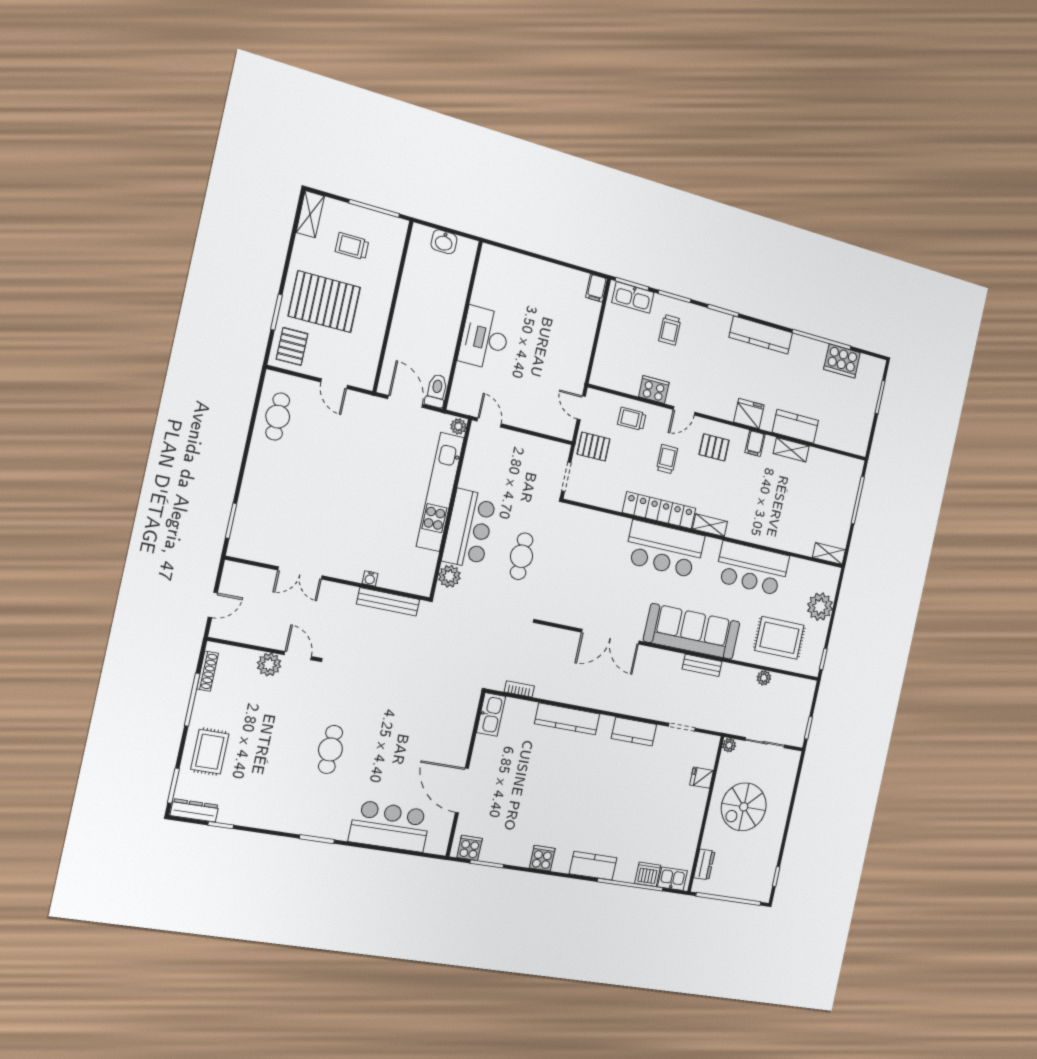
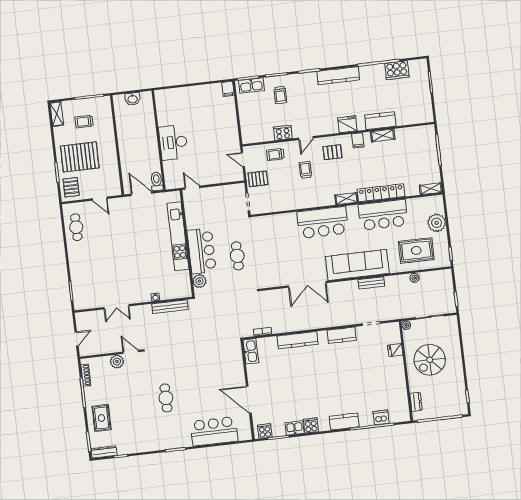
plant: (458, 426) -> (176, 196), removed
locker: (659, 510) -> (381, 193), moved
kitchen sink: (672, 879) -> (295, 428), moved

